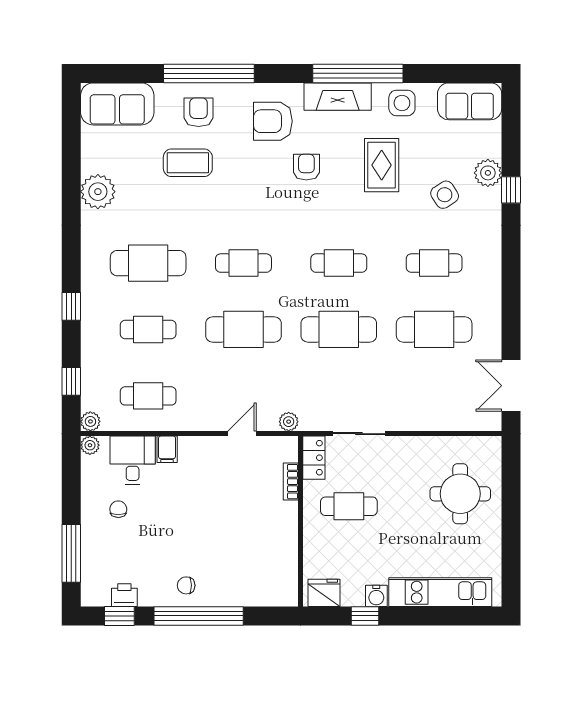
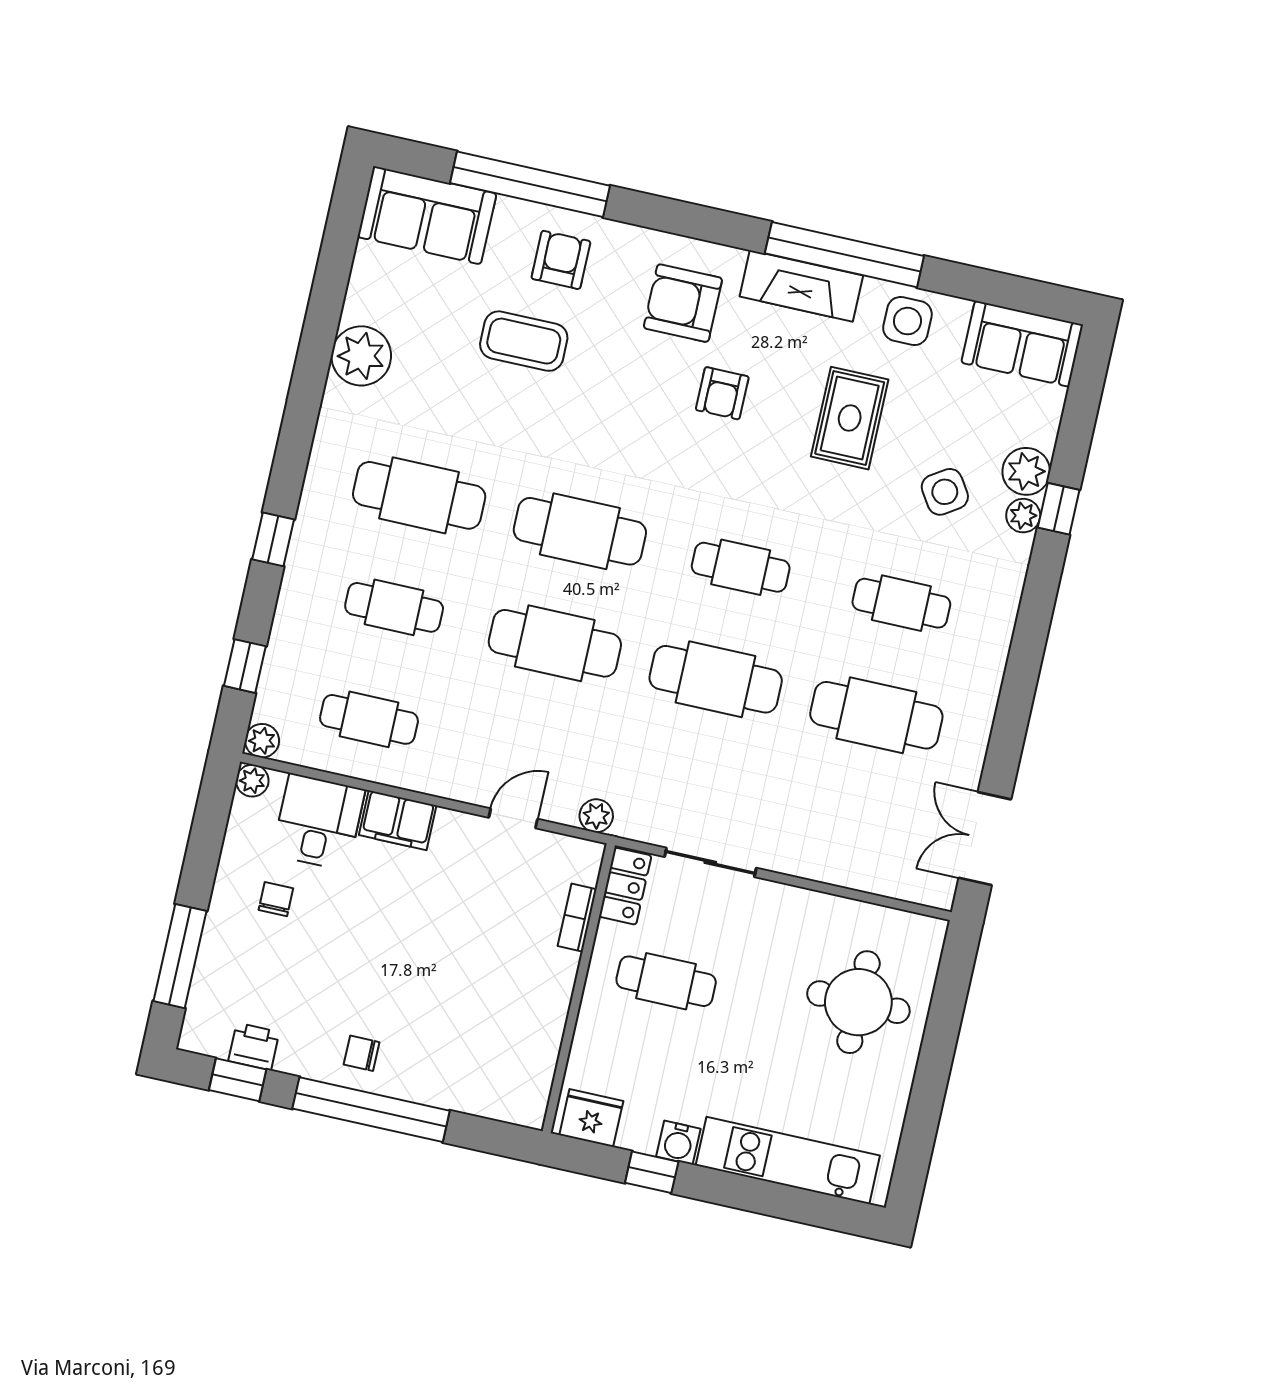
window: (209, 73) -> (530, 184), moved
armchair: (306, 167) -> (722, 393), turned 180
plant: (492, 198) -> (1023, 516), added
cafe table: (243, 263) -> (580, 531), width x1.37, depth x1.35
filing cabinet: (167, 449) -> (398, 820), width x2.00

